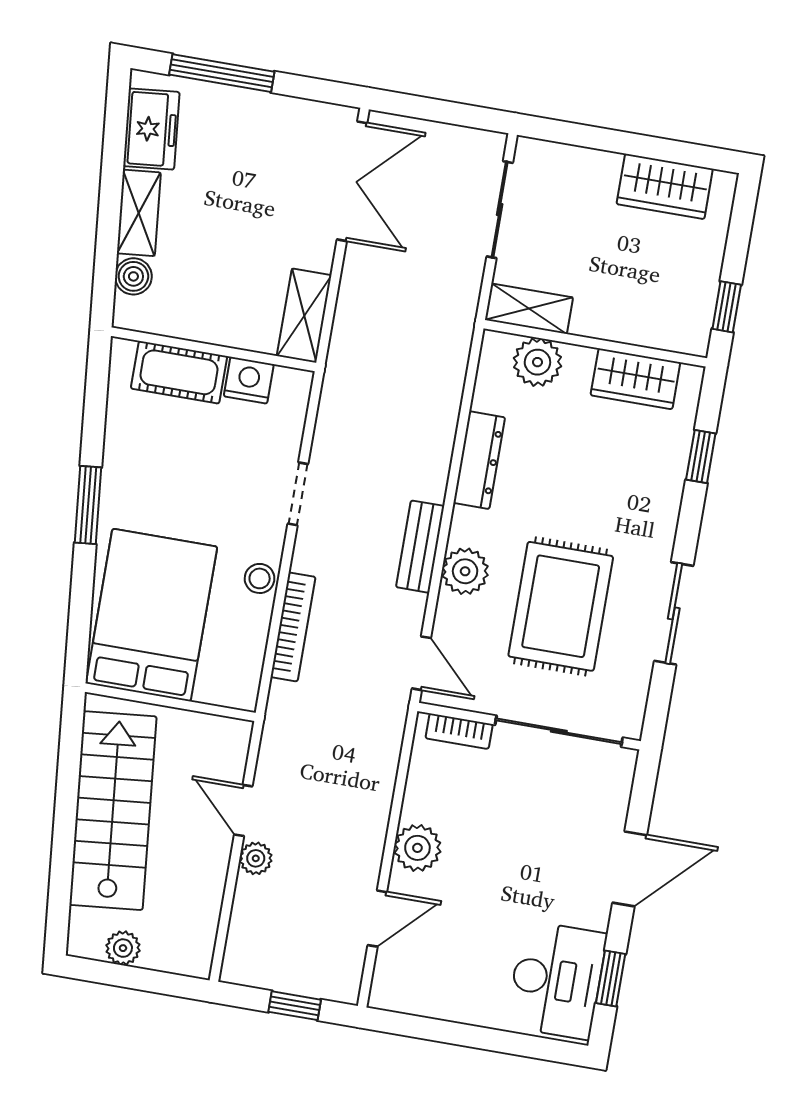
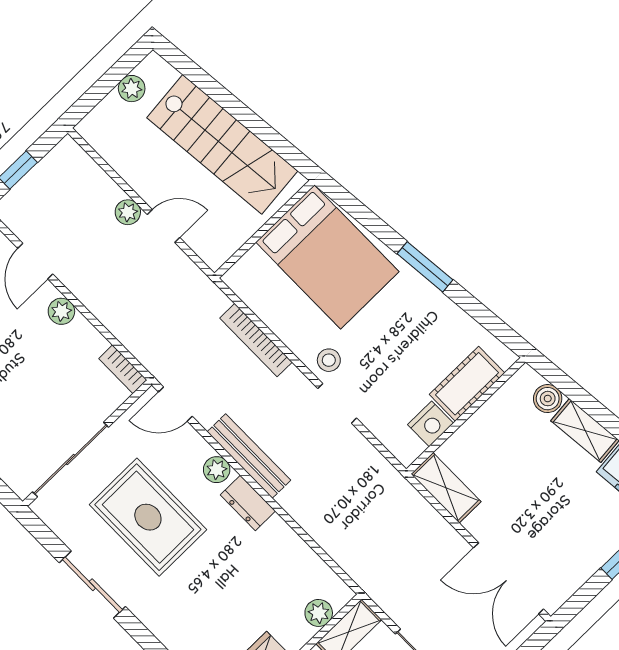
plant: (537, 362) -> (319, 613), width x0.73, depth x0.73
dresser: (479, 460) -> (248, 503), moved, width x0.70
bench: (420, 547) -> (249, 456), width x1.36
plant: (465, 571) -> (217, 470), width x0.73, depth x0.73
stool: (260, 578) -> (329, 360), moved
bookcase: (459, 731) -> (123, 369), moved, turned -90
plant: (417, 848) -> (61, 311), width x0.73, depth x0.73

